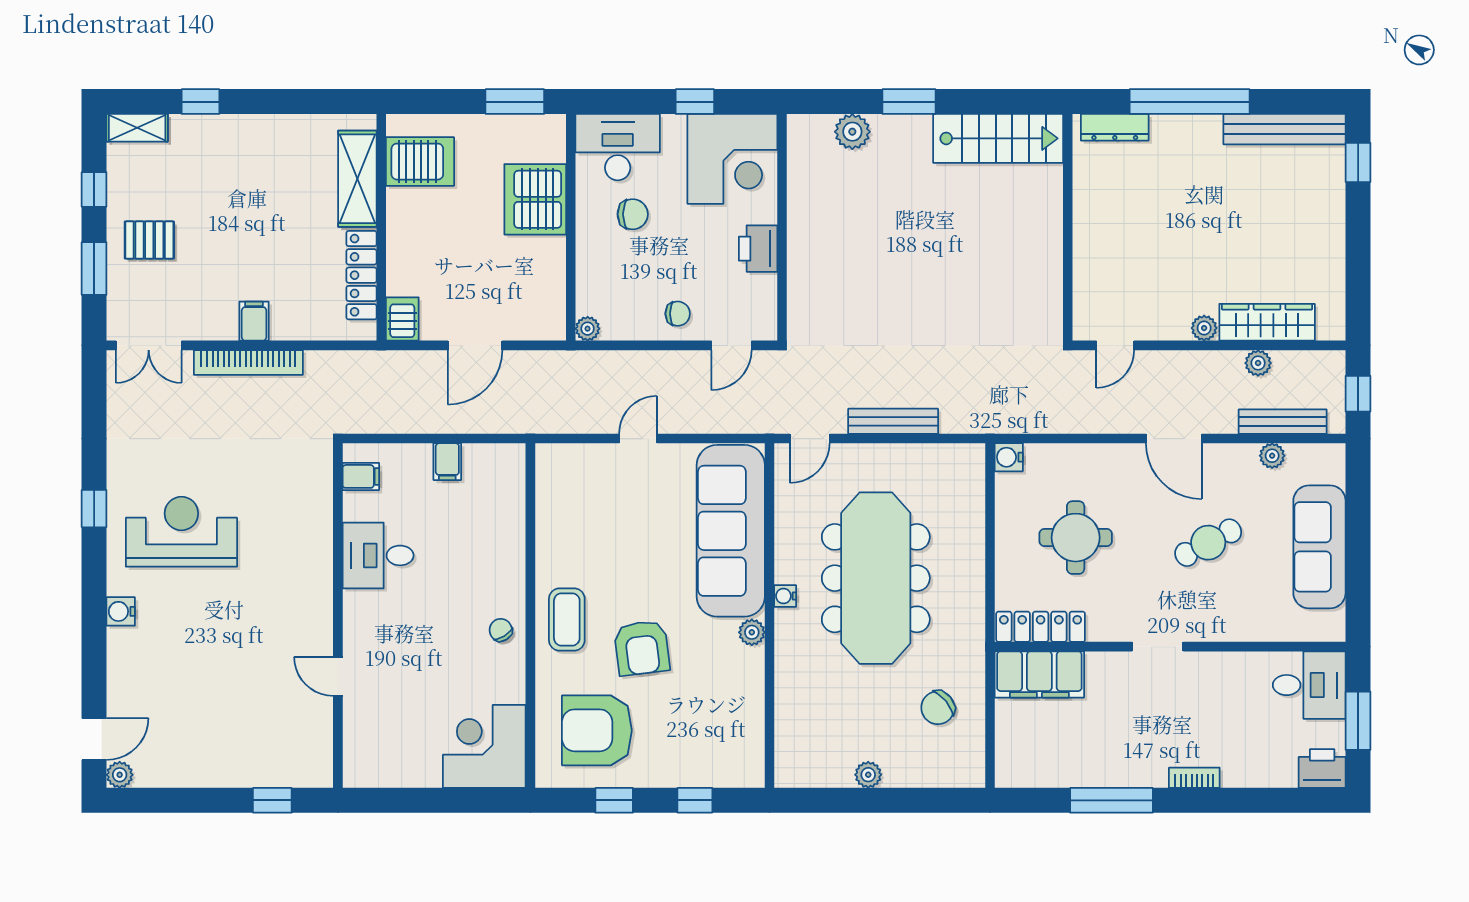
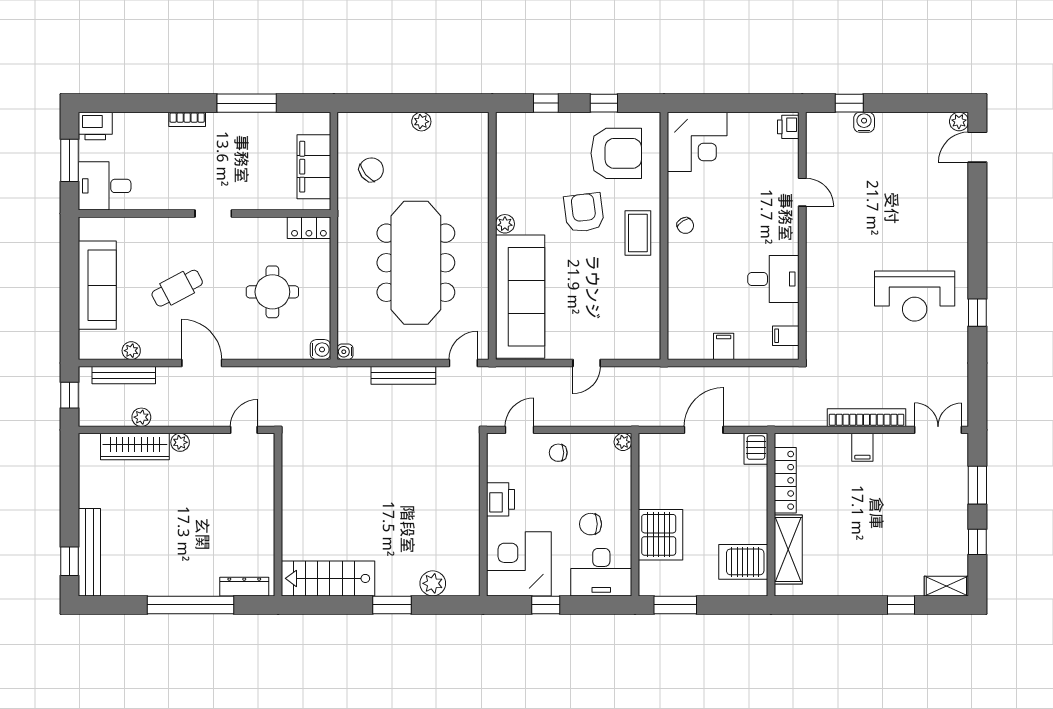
bench: (1285, 129) -> (89, 552), moved, turned 90
pallet: (149, 240) -> (938, 506), removed
water cooler: (785, 596) -> (345, 352), moved, turned 180
water cooler: (121, 611) -> (864, 122), moved, turned -90
locker: (1041, 627) -> (309, 228), width x0.66
filing cabinet: (1039, 674) -> (314, 167), moved, turned -90
printer: (357, 767) -> (788, 127), added

